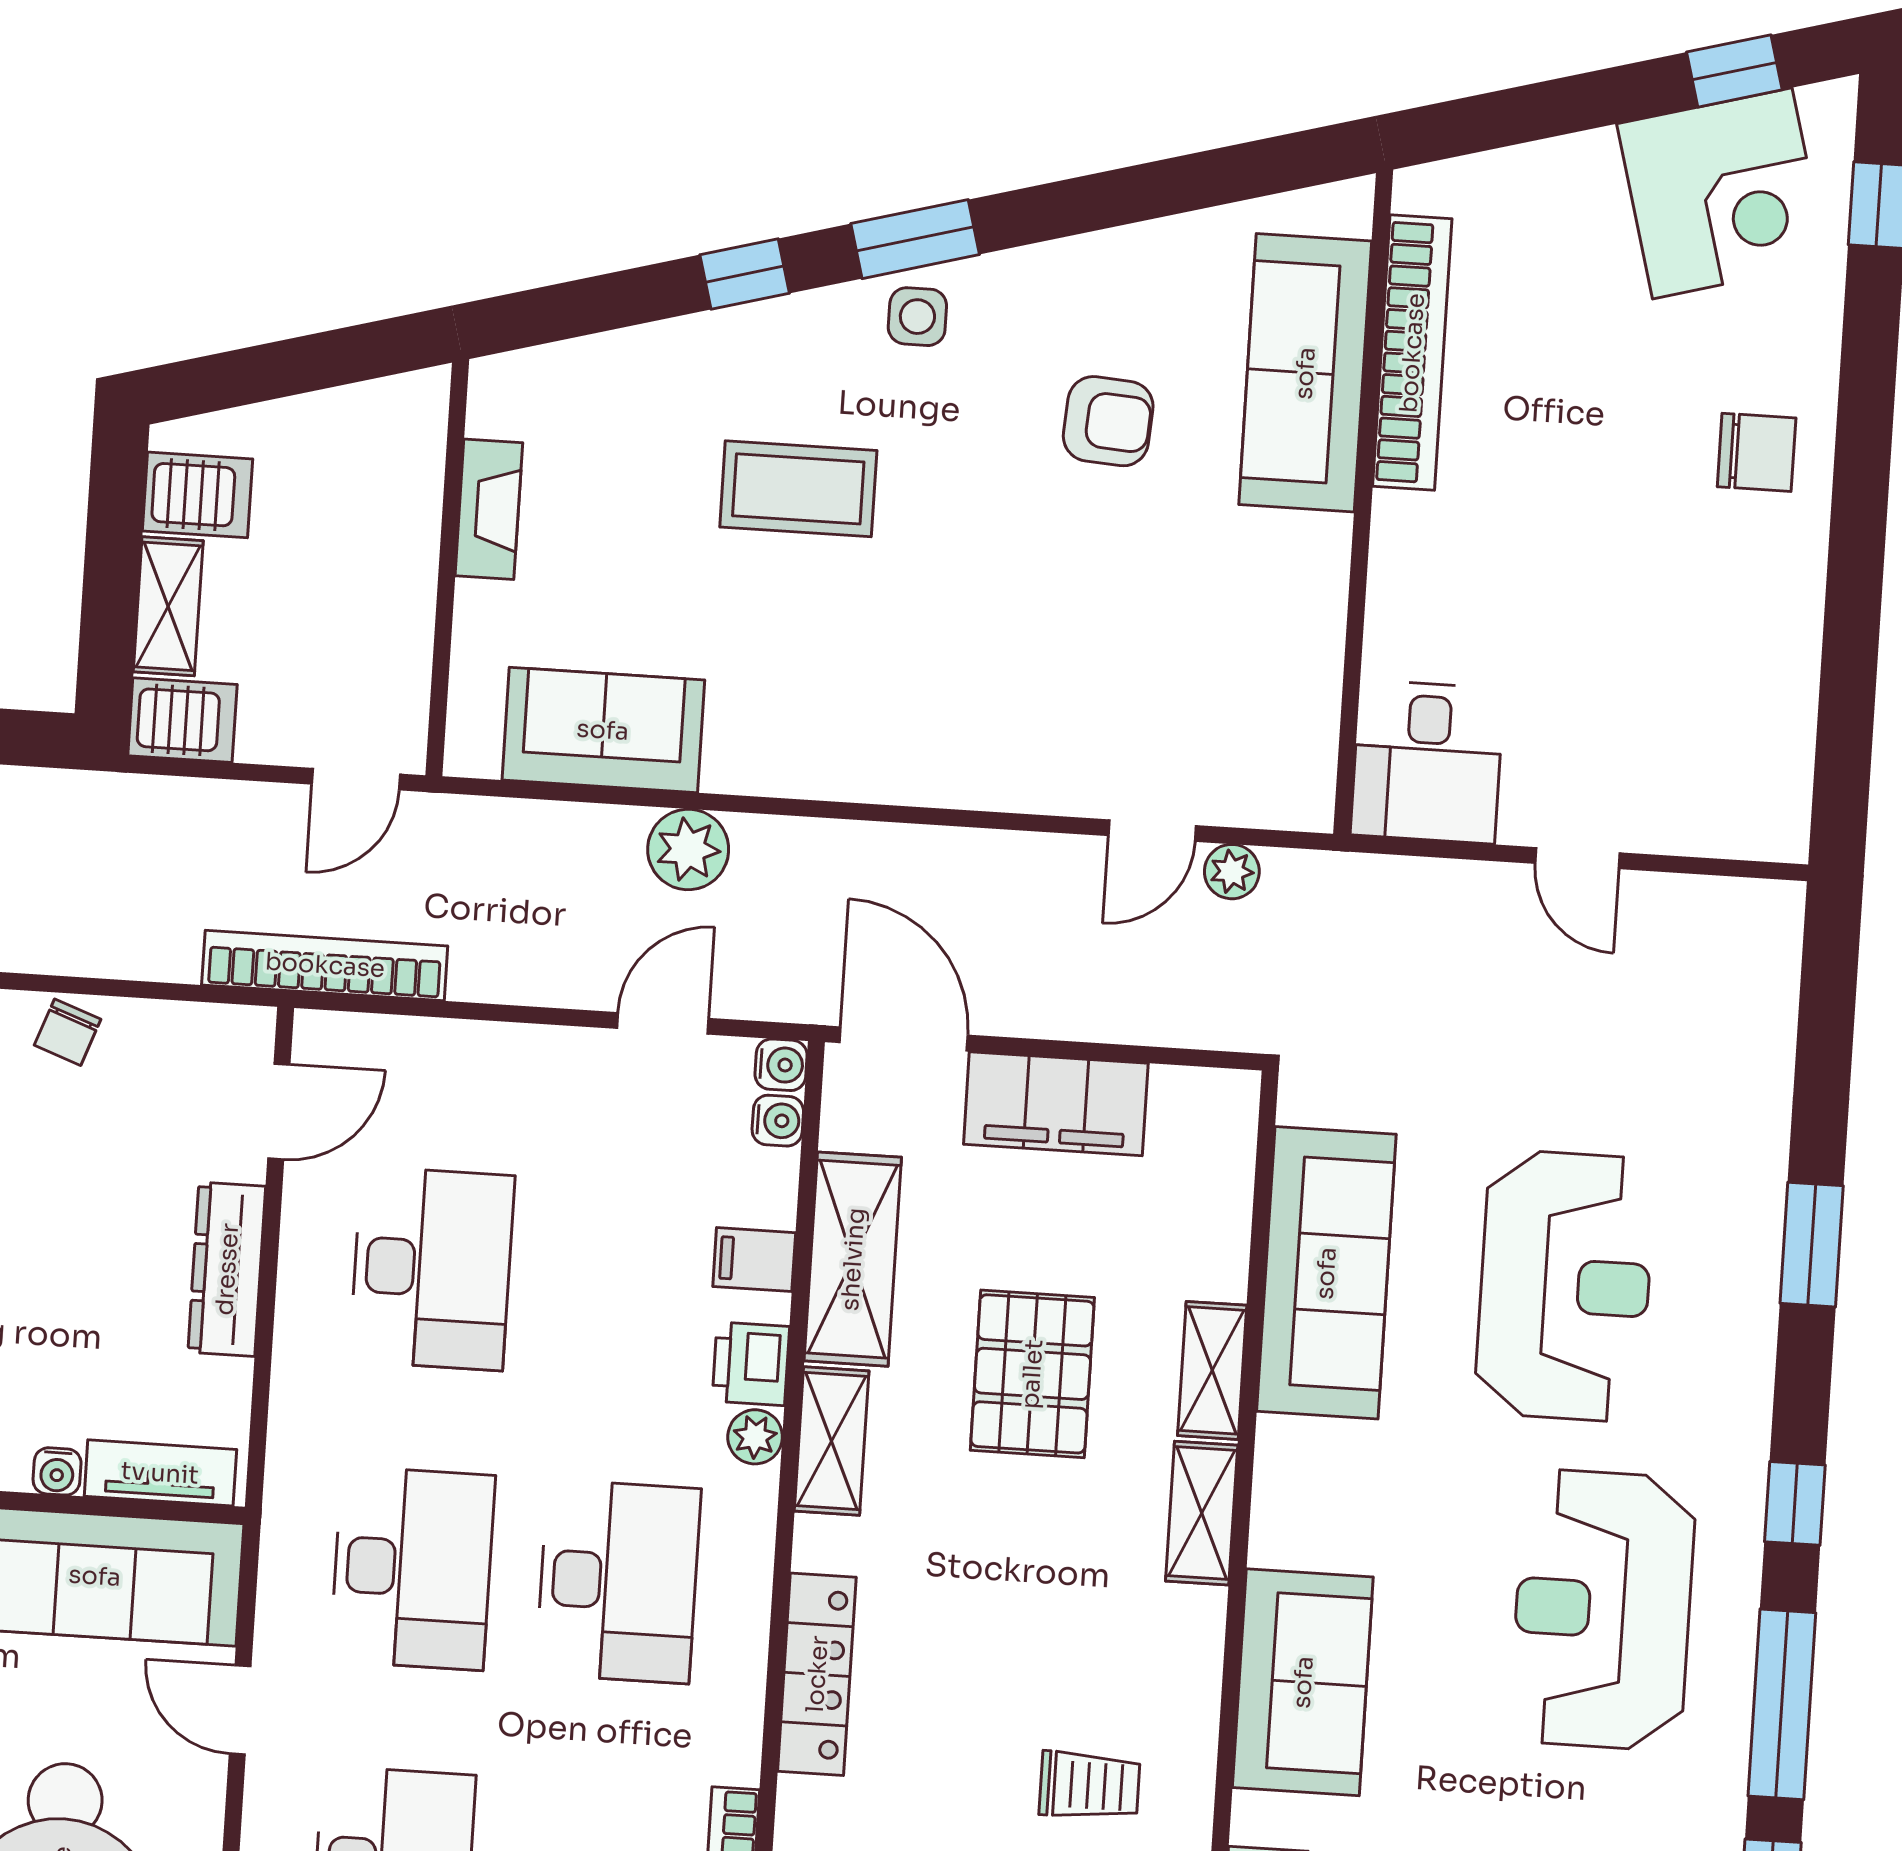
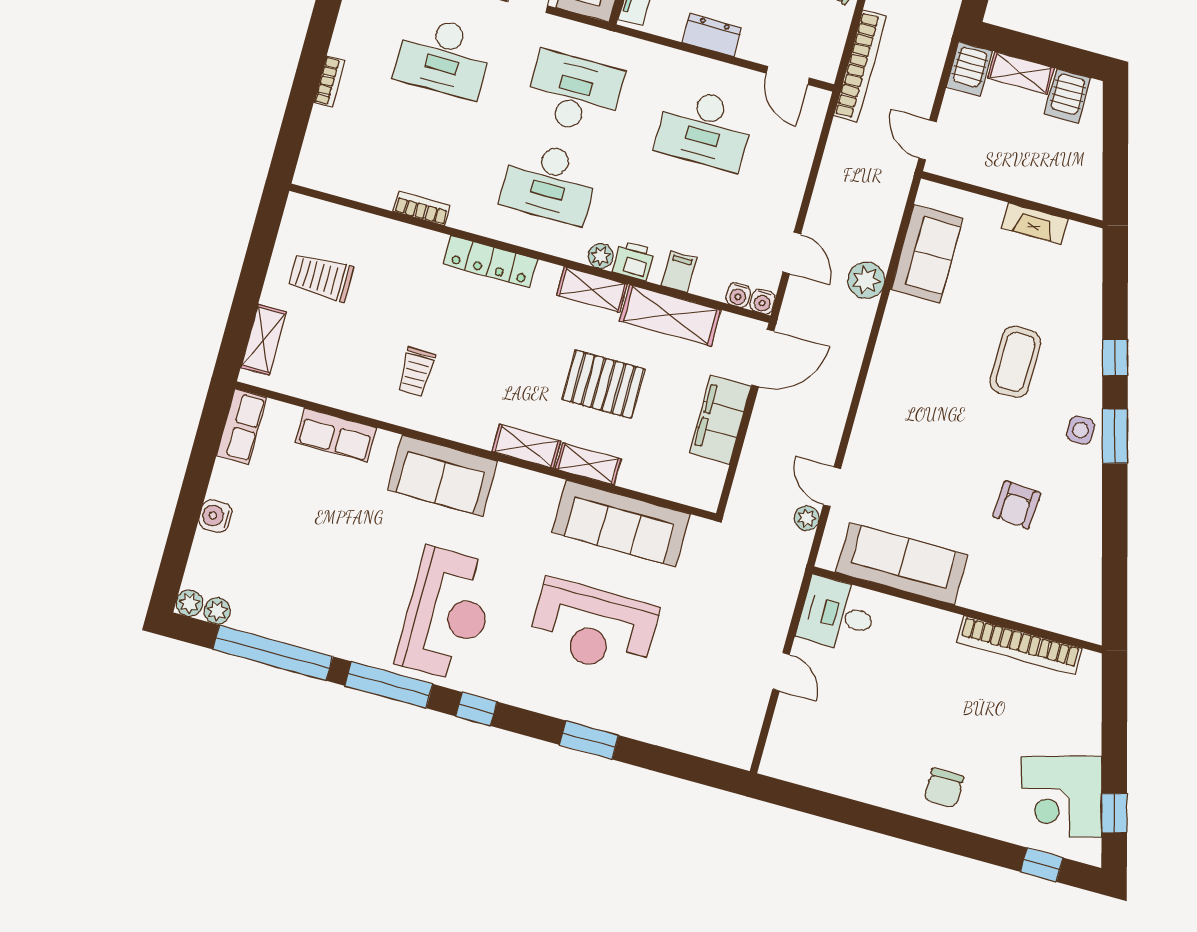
sofa: (1305, 373) -> (902, 564), moved
door: (1577, 858) -> (781, 672), swing flipped
bookcase: (325, 965) -> (860, 66), moved
dresser: (227, 1269) -> (712, 35), width x0.70
desk: (412, 1568) -> (574, 93), turned 180
reception desk: (1603, 1610) -> (447, 614), turned 90

